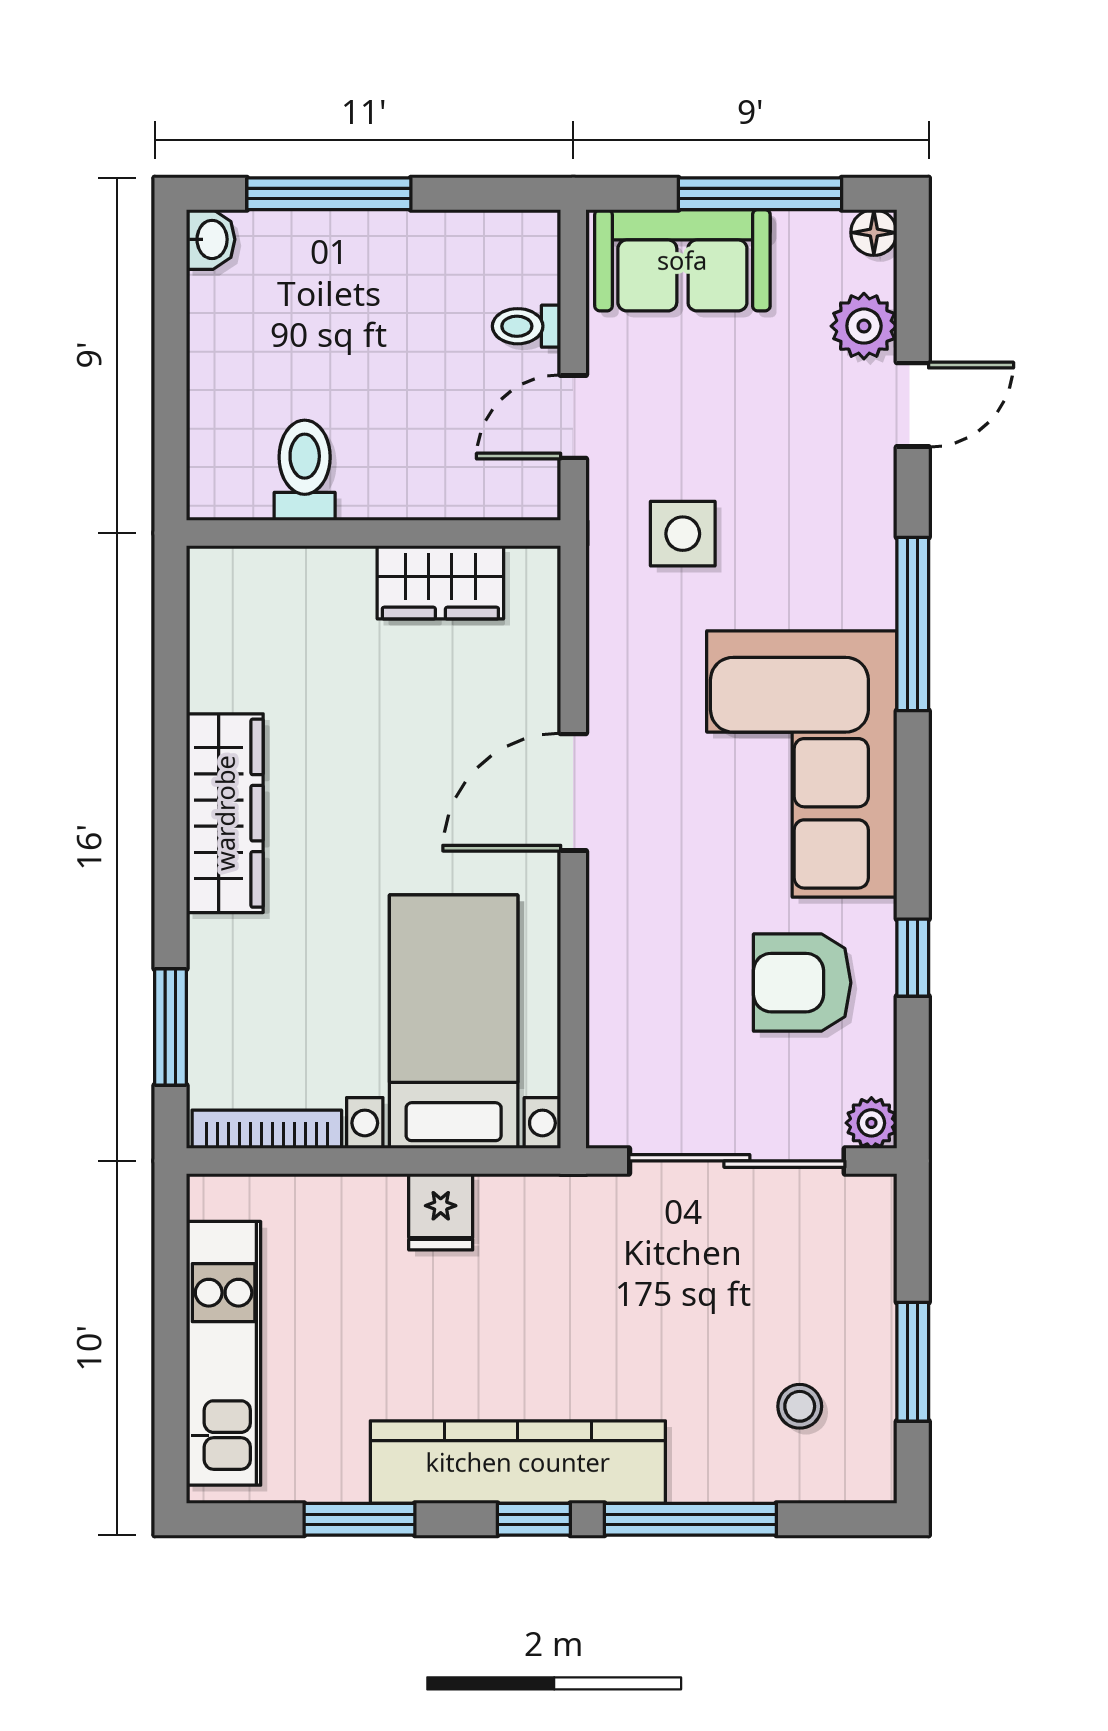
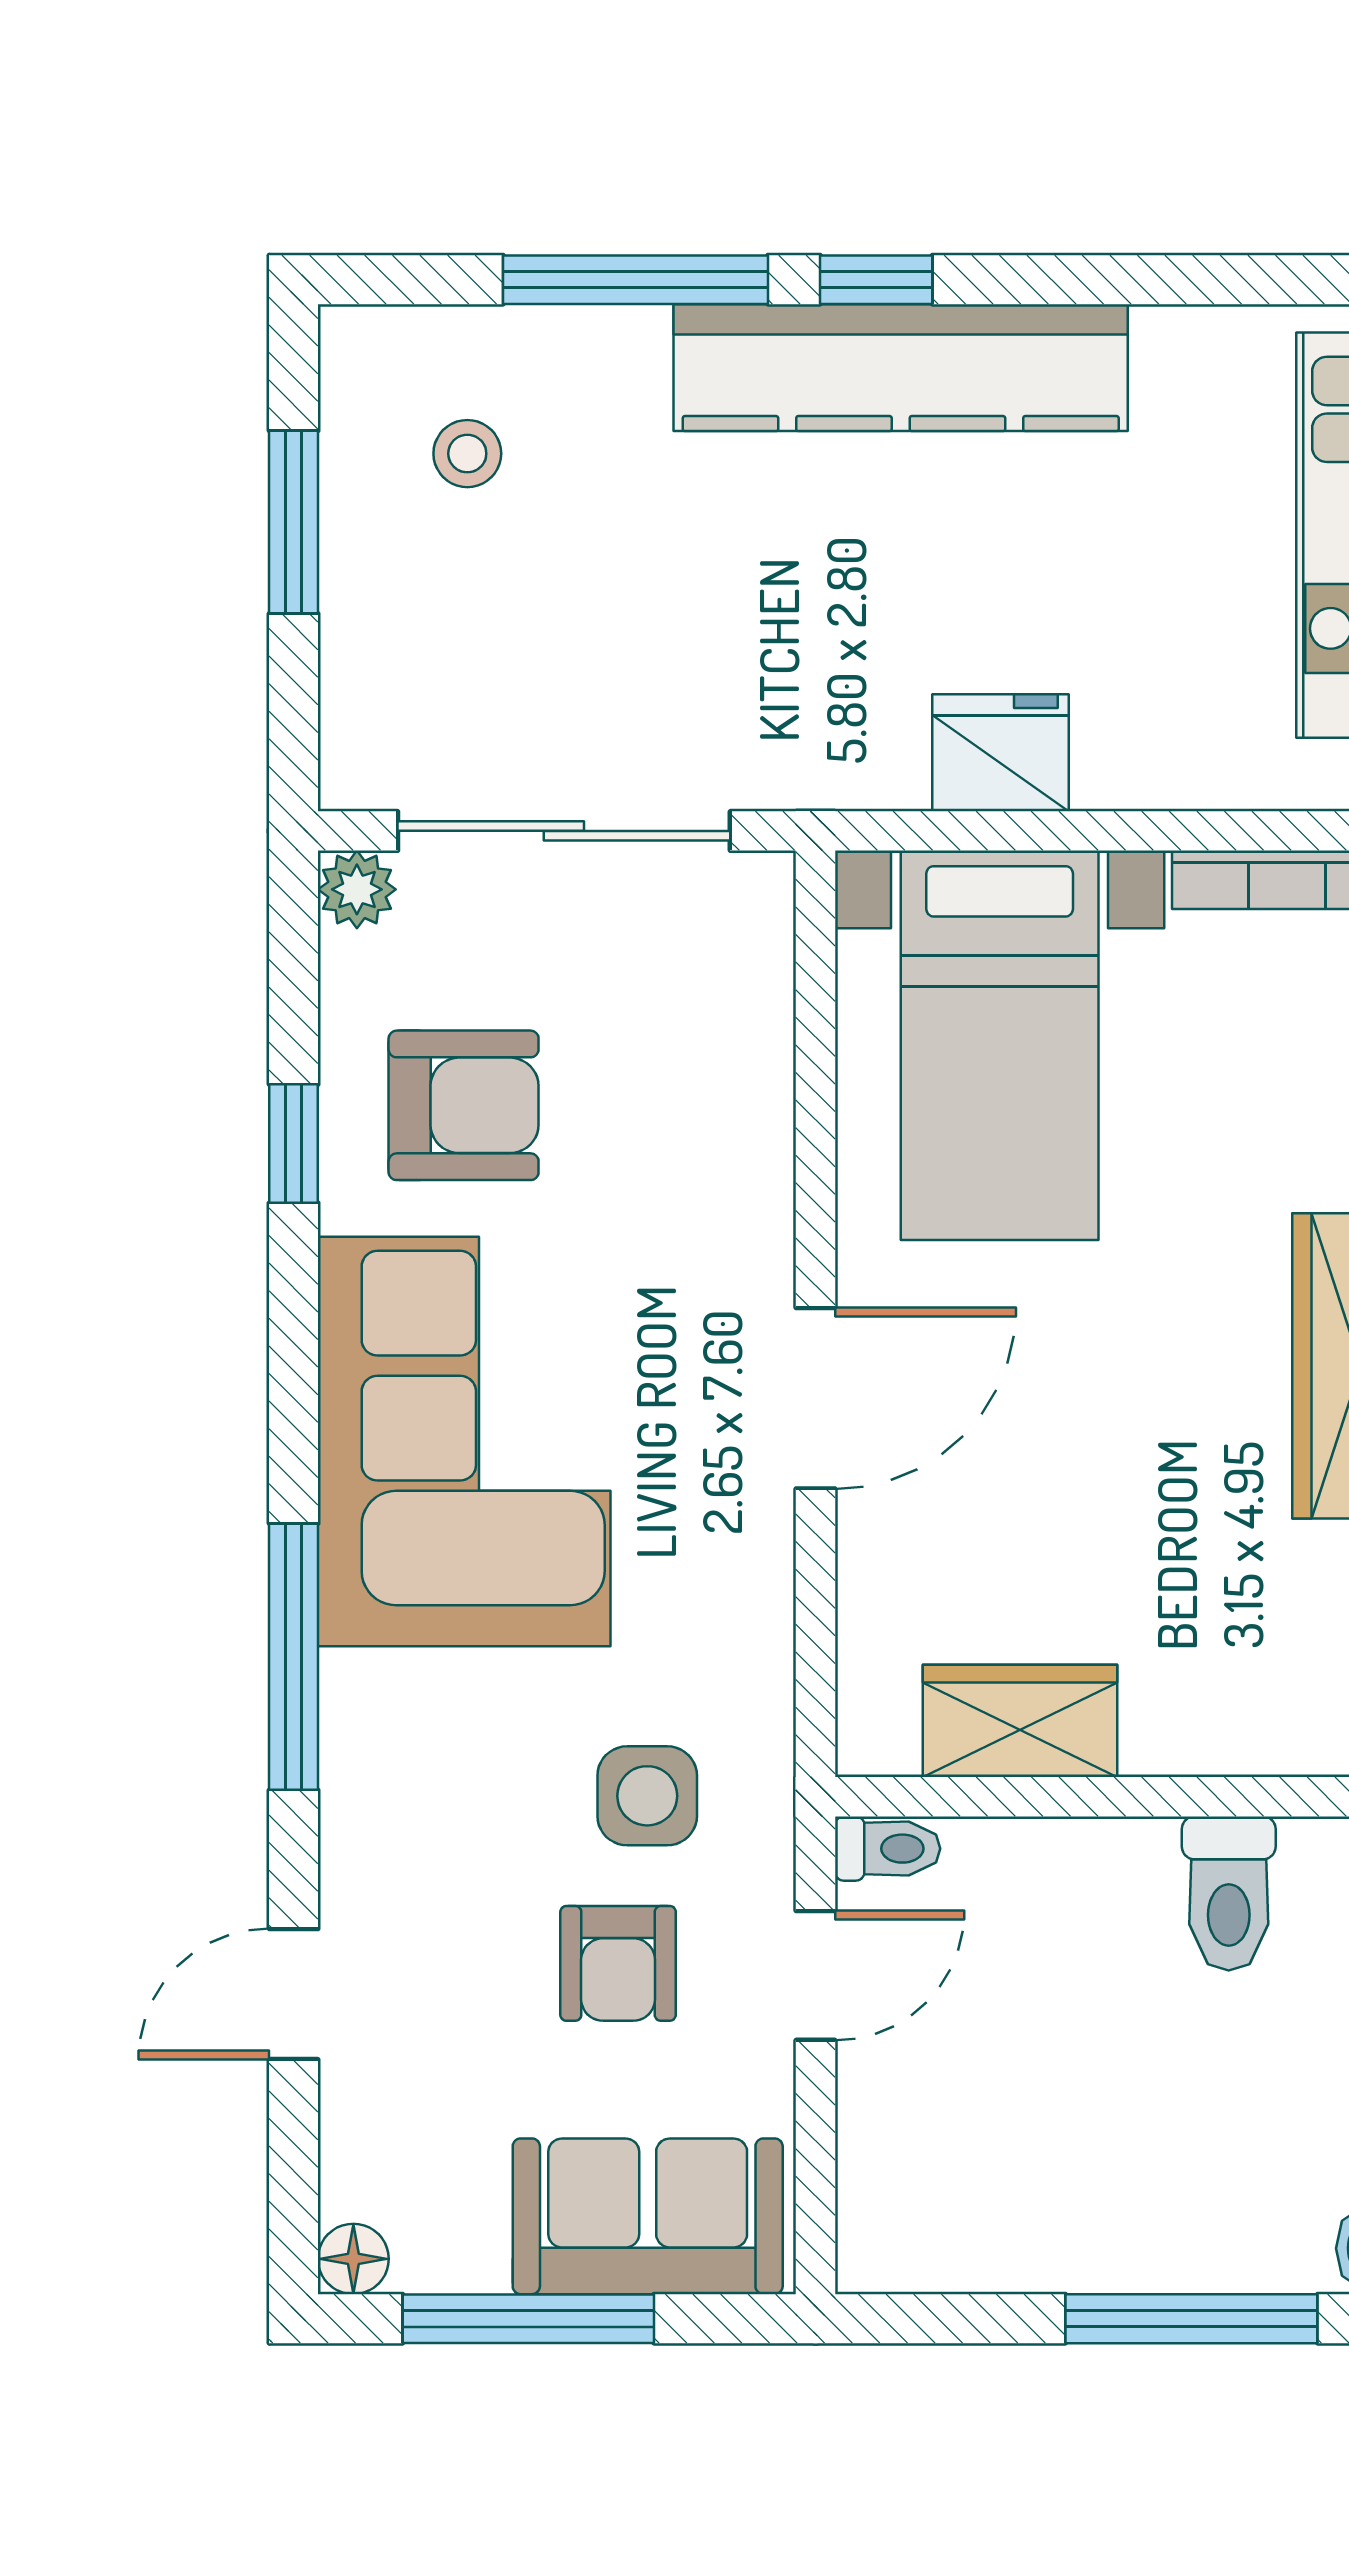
toilet: (526, 326) -> (888, 1849), moved
plant: (864, 326) -> (368, 2115), removed
armchair: (702, 425) -> (618, 1963), added
fridge: (441, 1212) -> (1001, 753), width x1.38
window: (360, 1519) -> (1144, 280), removed

